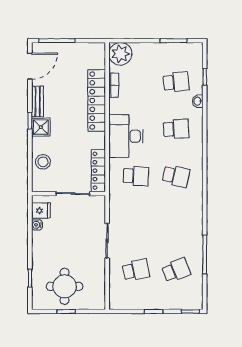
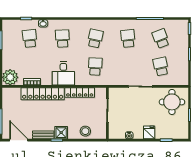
desk: (126, 136) -> (63, 73), width x0.73
locker: (98, 171) -> (80, 93), moved
fridge: (41, 211) -> (149, 132), moved
school desk: (176, 223) -> (128, 38), added
round table: (65, 286) -> (172, 102), moved

